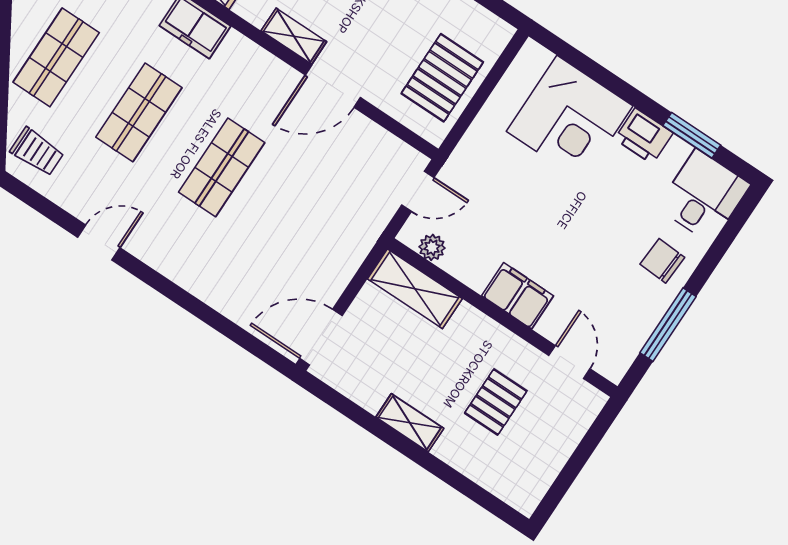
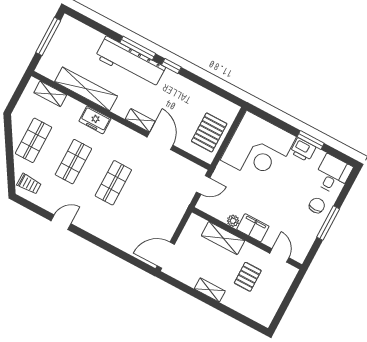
door: (333, 86) -> (160, 141), swing flipped
corner desk: (570, 119) -> (258, 148), width x1.36, depth x1.36
window: (692, 135) -> (311, 140), moved
plant: (432, 247) -> (233, 221), moved
chair: (662, 261) -> (317, 205), turned 87
shelving: (415, 289) -> (223, 238), moved
window: (668, 325) -> (328, 223), moved

